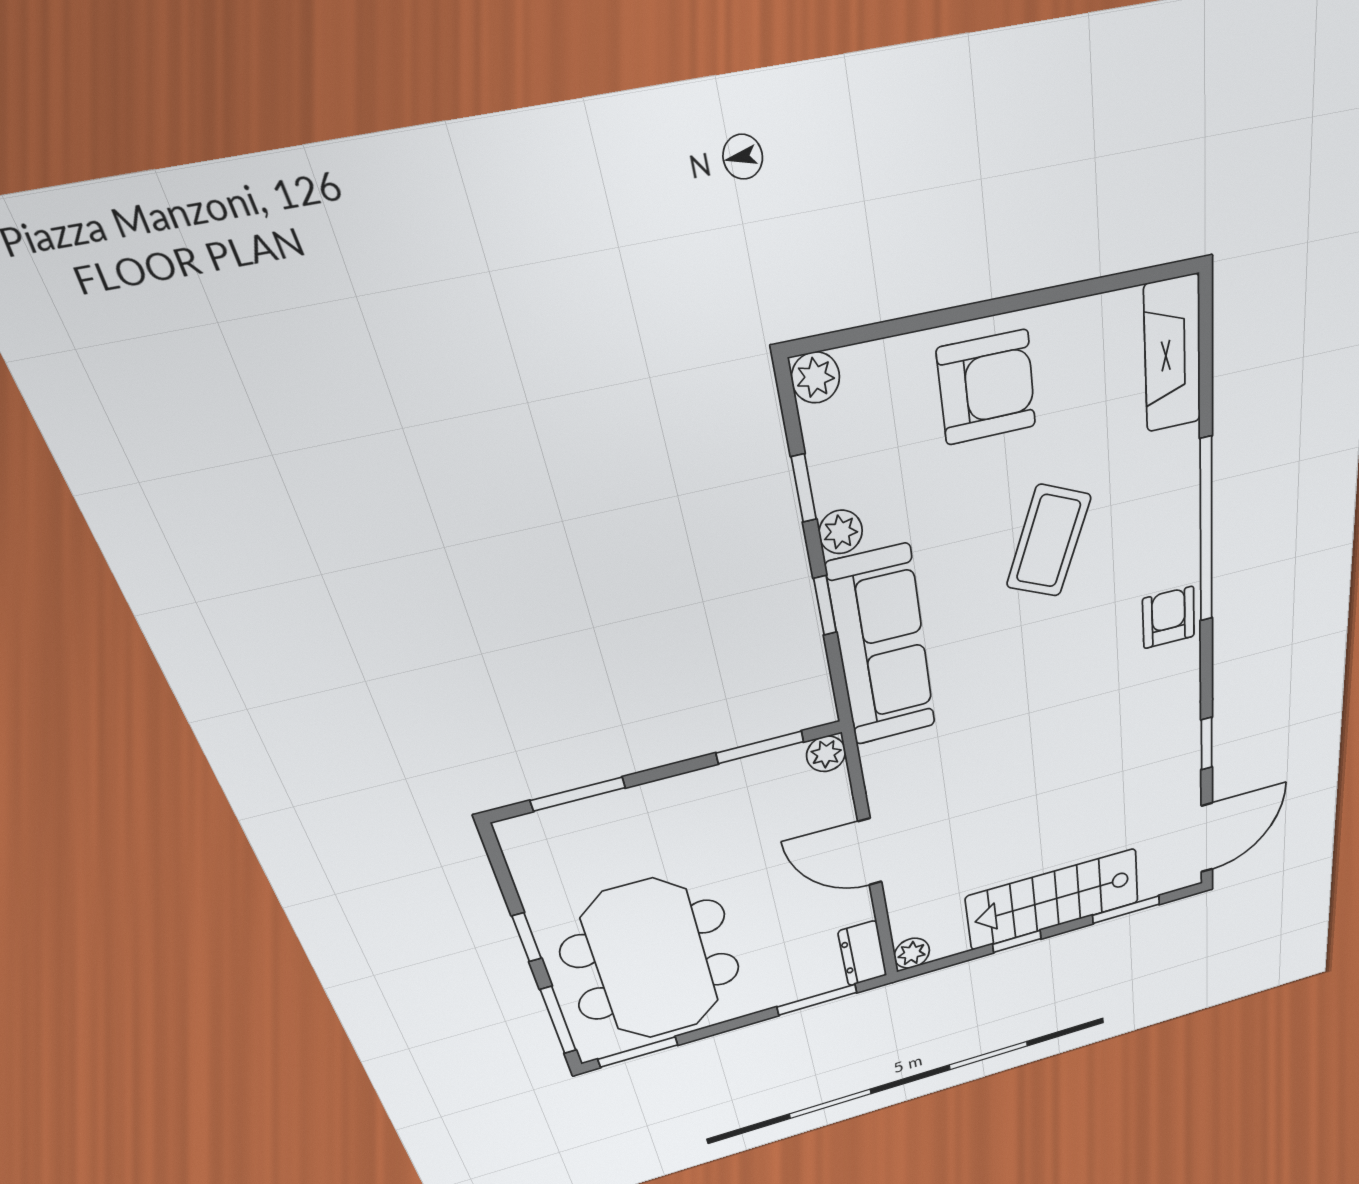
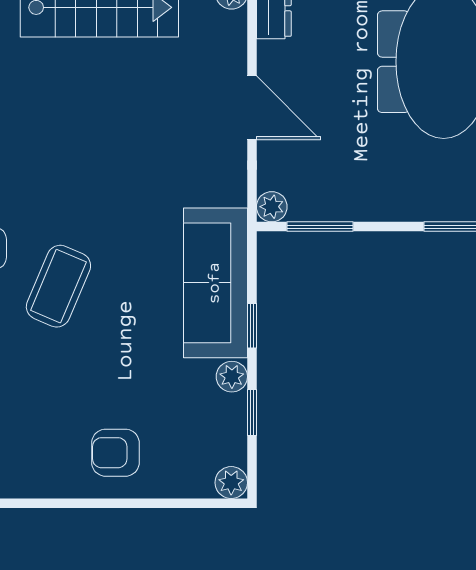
armchair: (987, 388) -> (115, 453), width x0.72, depth x0.72
coffee table: (1048, 541) -> (58, 286), moved

